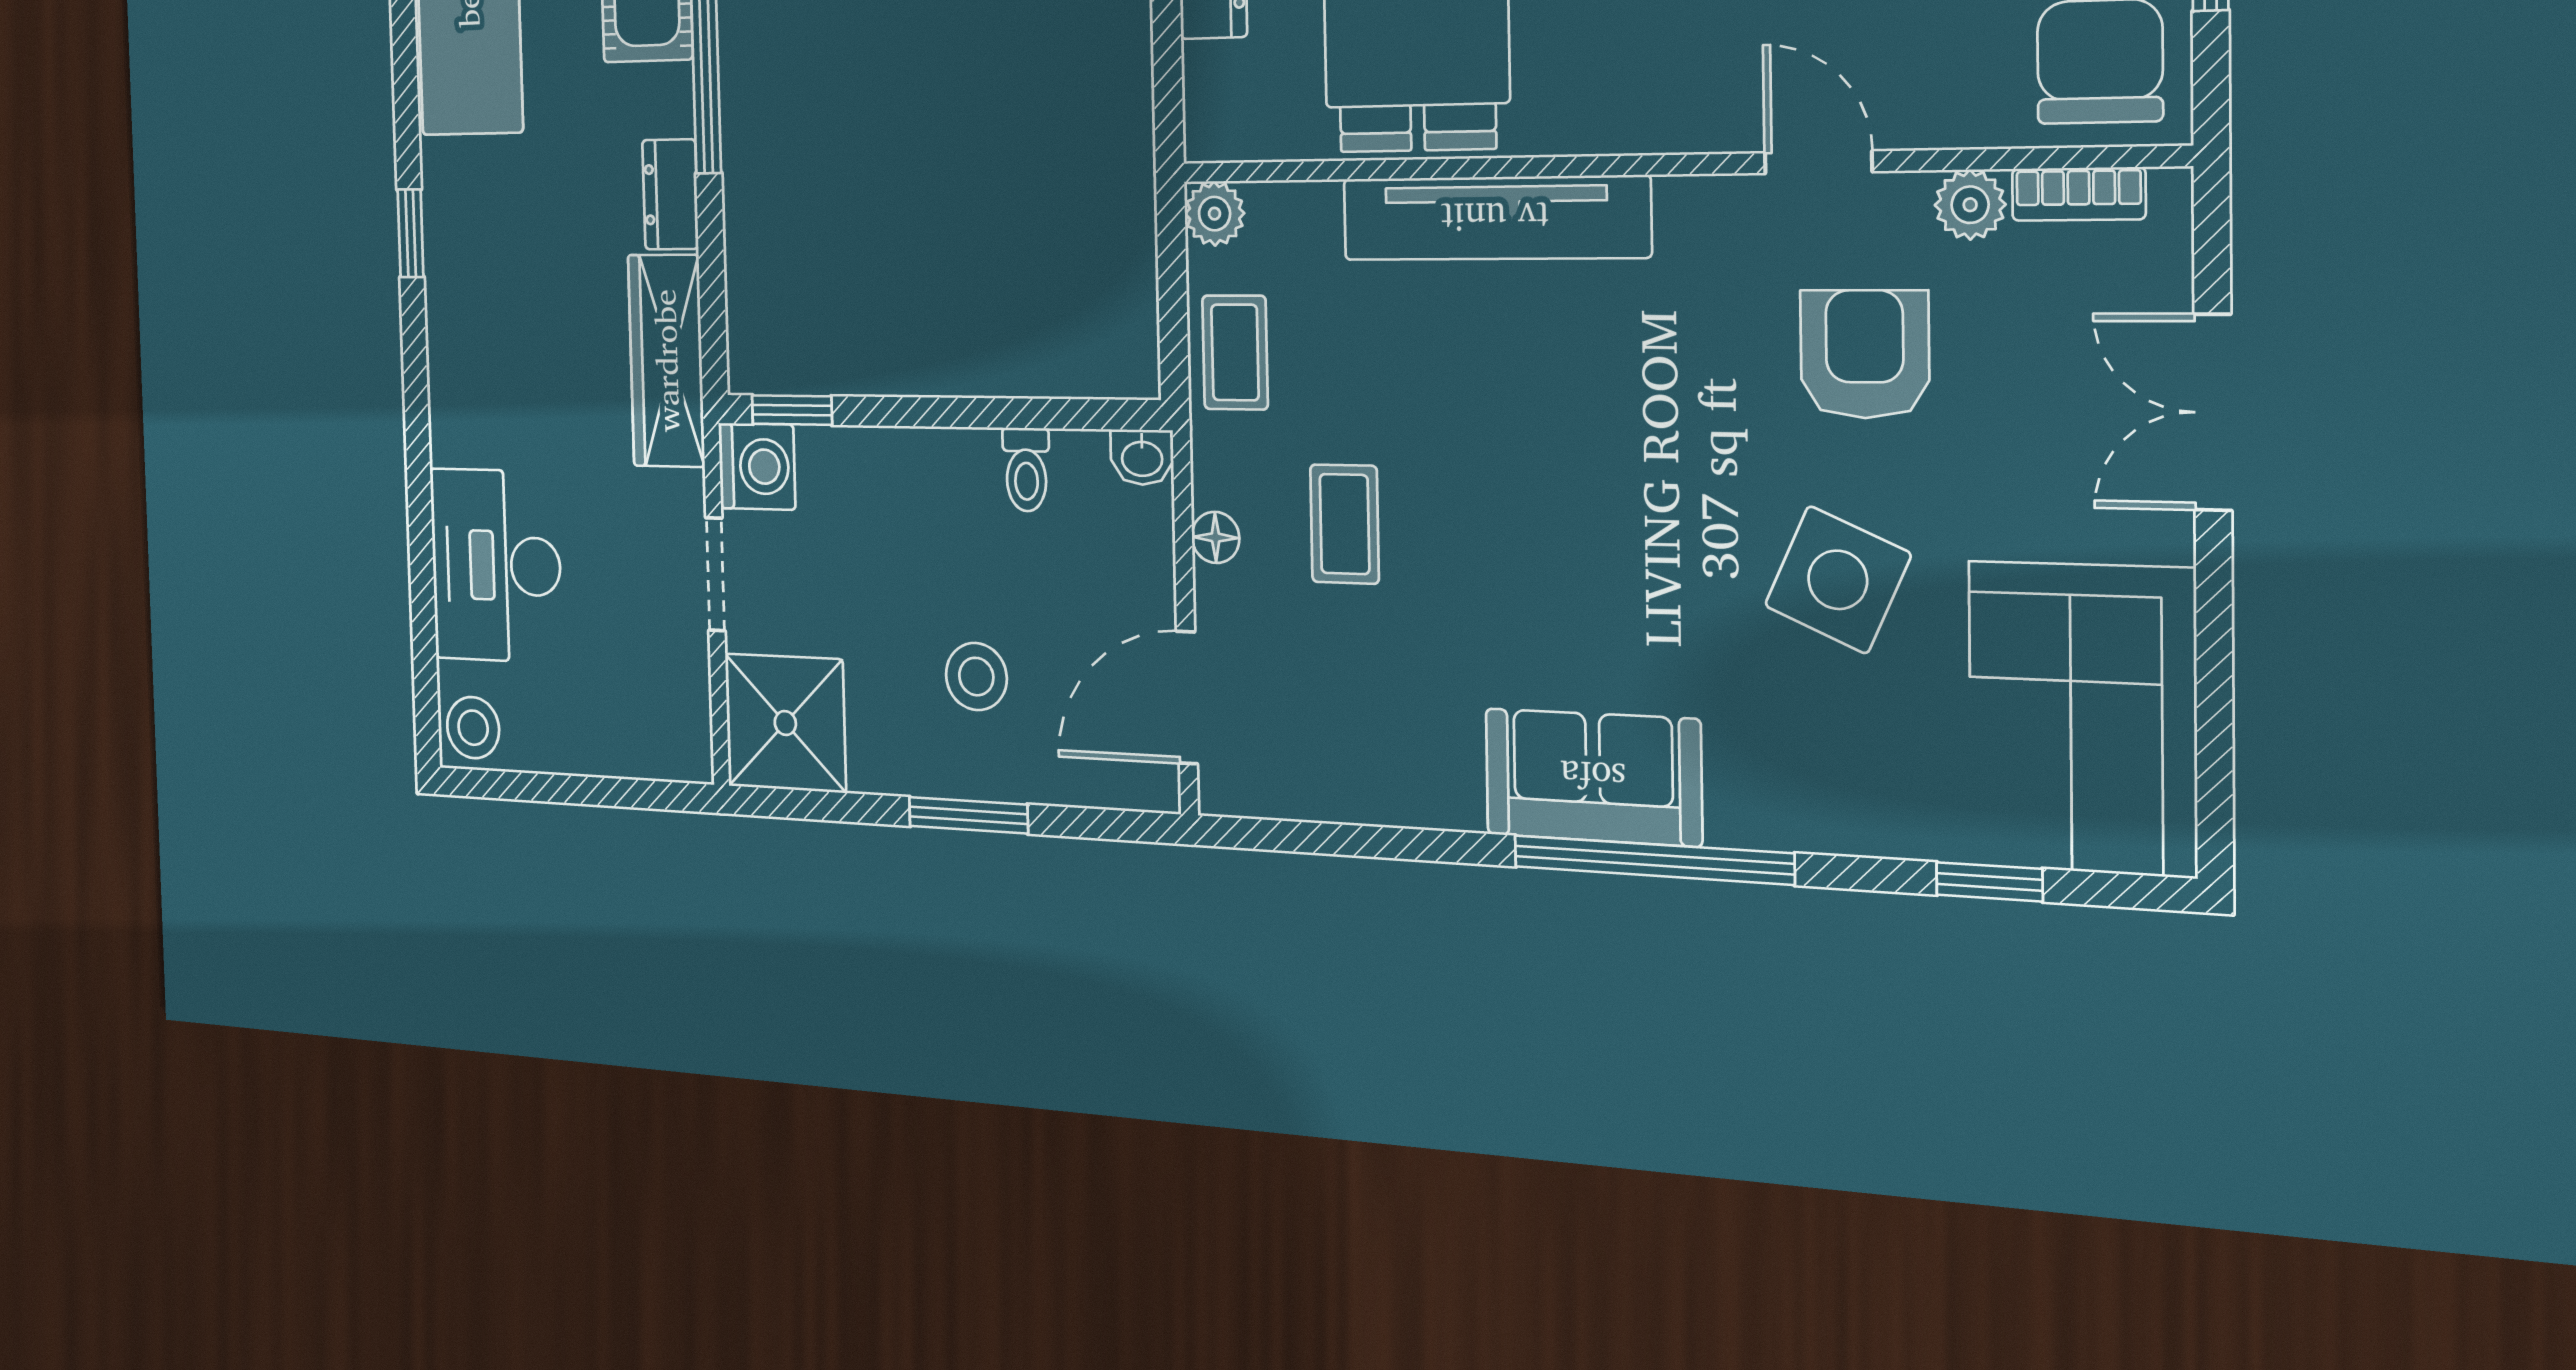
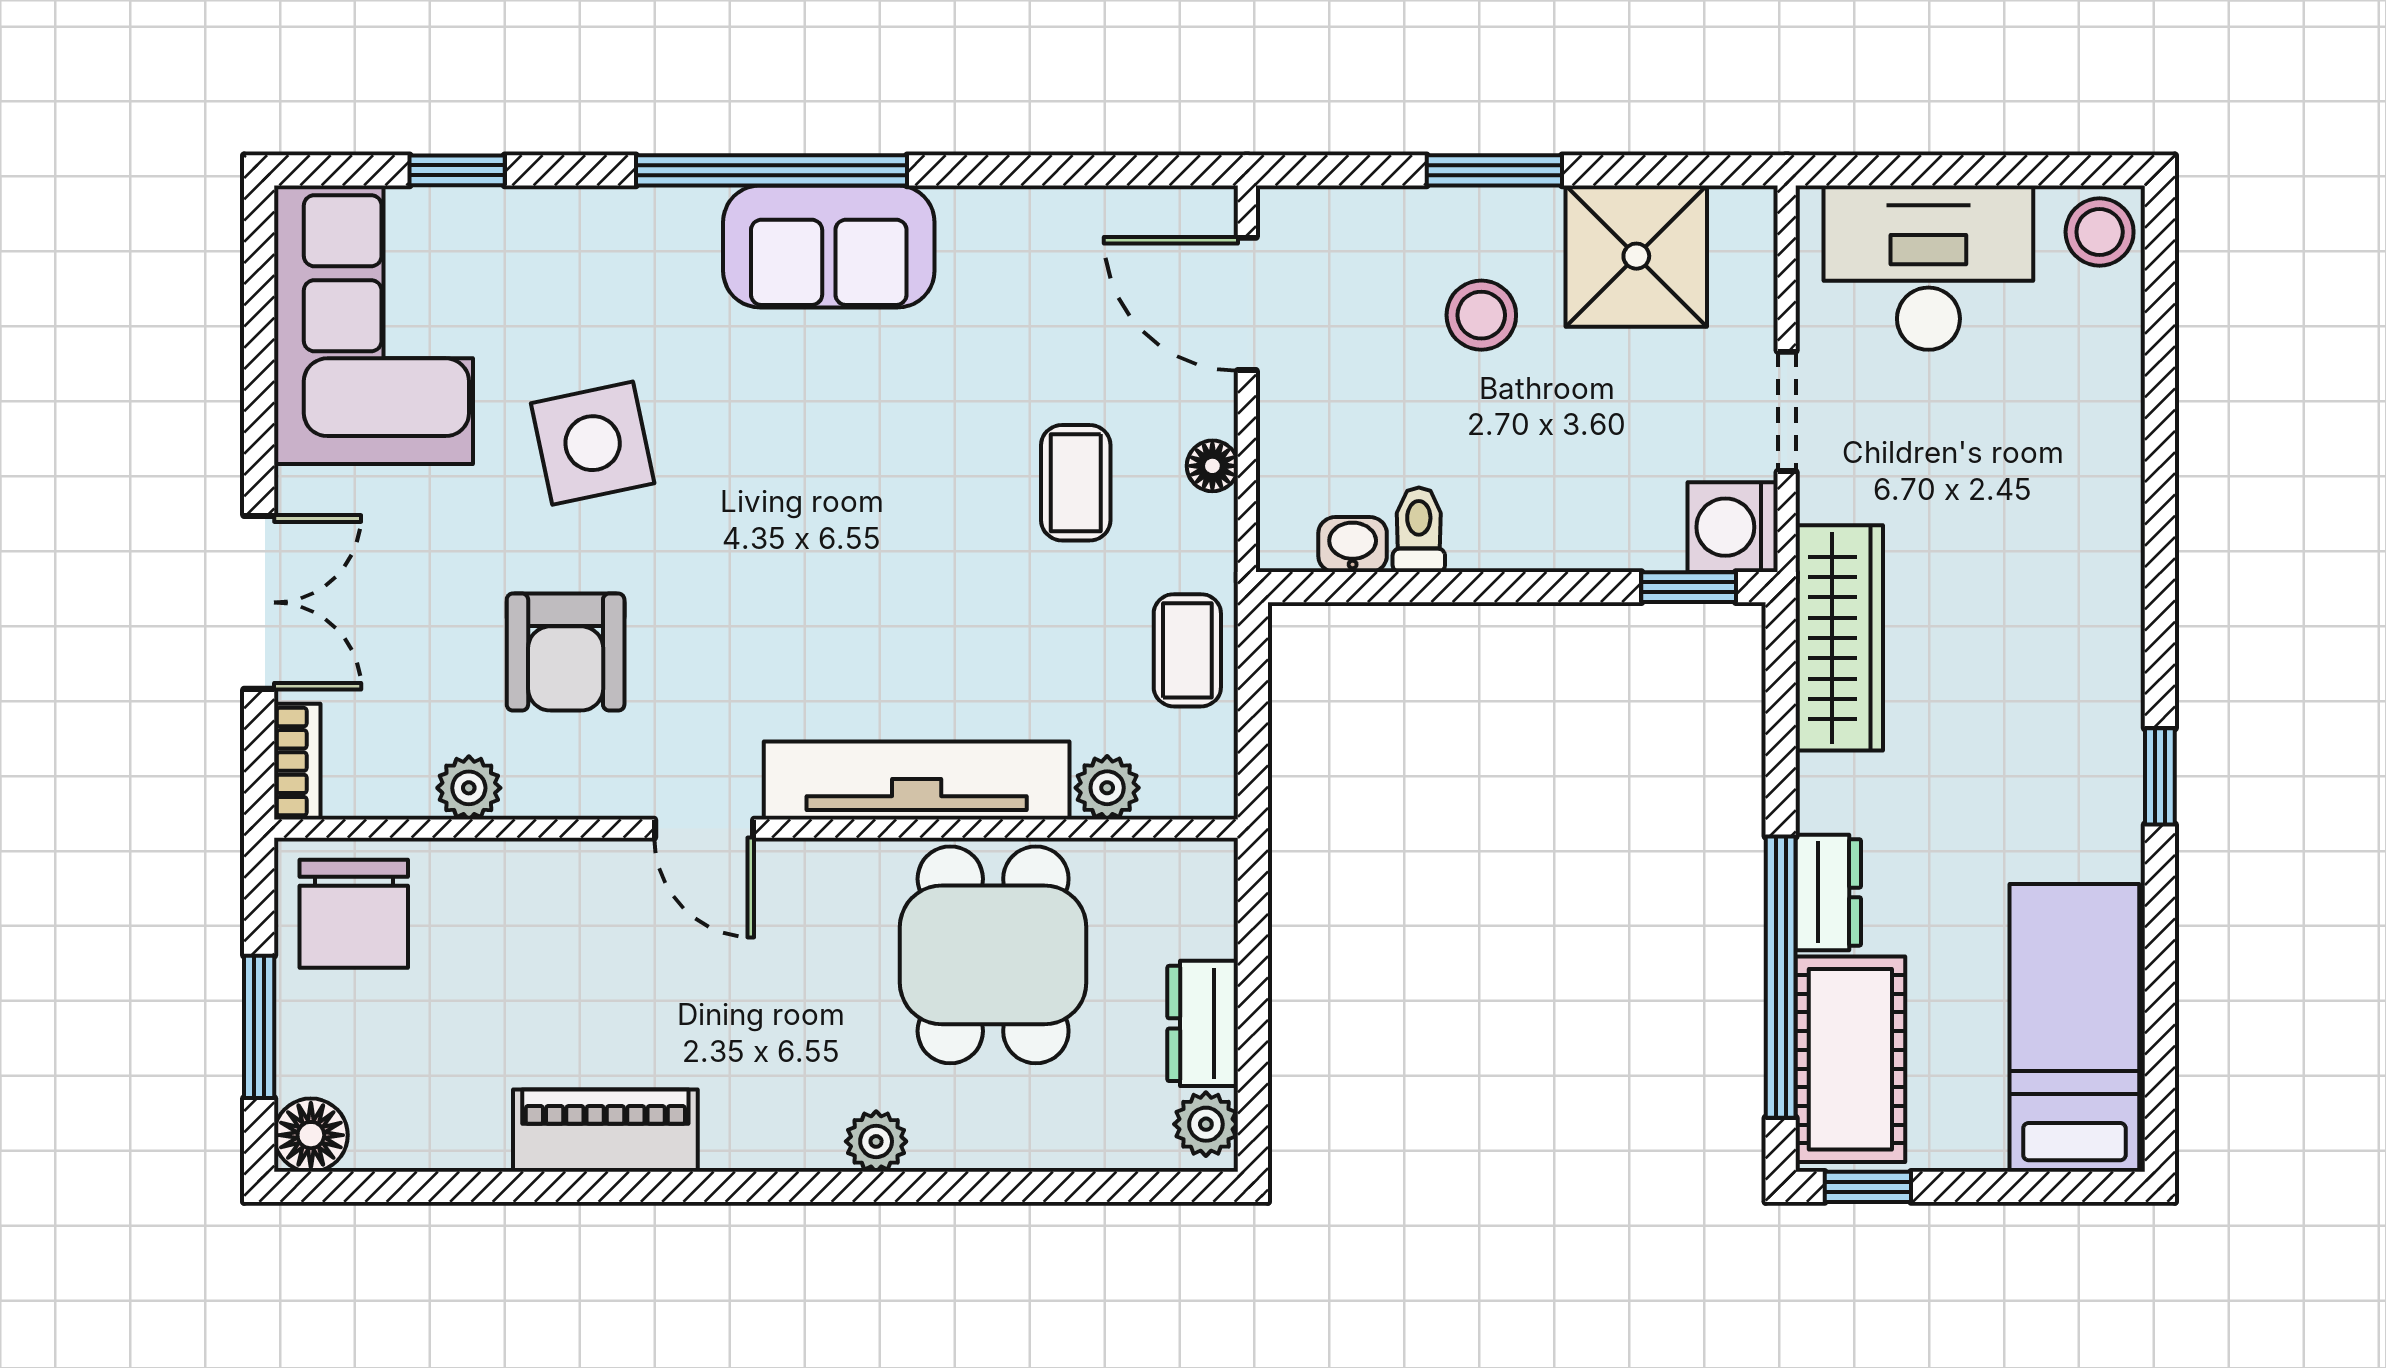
door: (1818, 162) -> (704, 829), moved
dresser: (670, 194) -> (1828, 892), moved
bookcase: (2079, 194) -> (297, 762), moved, turned 90
plant: (1214, 214) -> (1107, 788), moved
washbasin: (1142, 457) -> (1353, 545), moved
desk: (496, 565) -> (1928, 268), moved, turned -90
side table: (1838, 580) -> (593, 443), turned -36
door: (1187, 698) -> (1247, 304), swing flipped
shower: (785, 723) -> (1636, 256), moved

